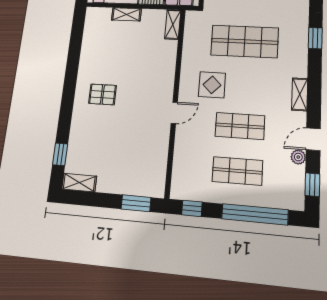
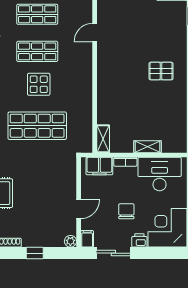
display table: (212, 85) -> (39, 84), moved
door: (174, 113) -> (95, 33), moved

